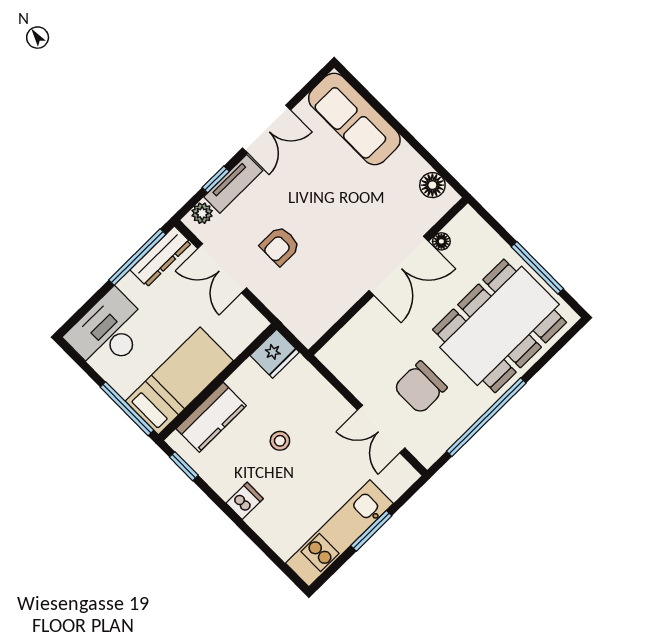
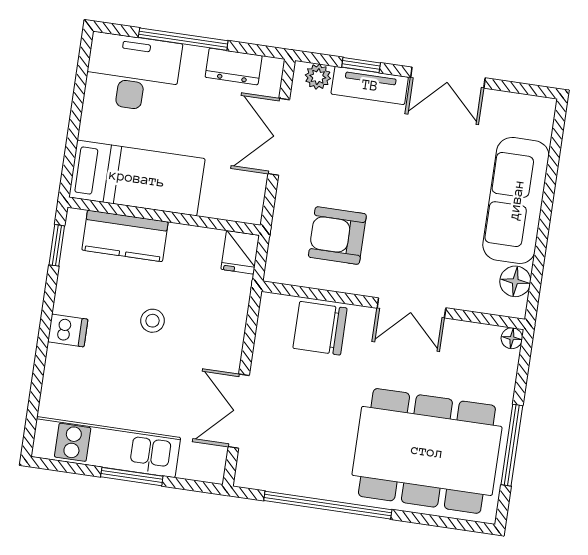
sofa: (354, 119) -> (516, 200), moved
floor lamp: (441, 241) -> (512, 338), moved
armchair: (280, 246) -> (337, 236), moved, width x1.38, depth x1.38
dresser: (161, 256) -> (234, 66), width x0.70
window: (137, 257) -> (183, 39), moved
double door: (399, 266) -> (411, 308), width x0.73
fridge: (275, 354) -> (240, 252), width x0.72
chair: (420, 387) -> (320, 328), moved
window: (127, 409) -> (71, 147), removed

